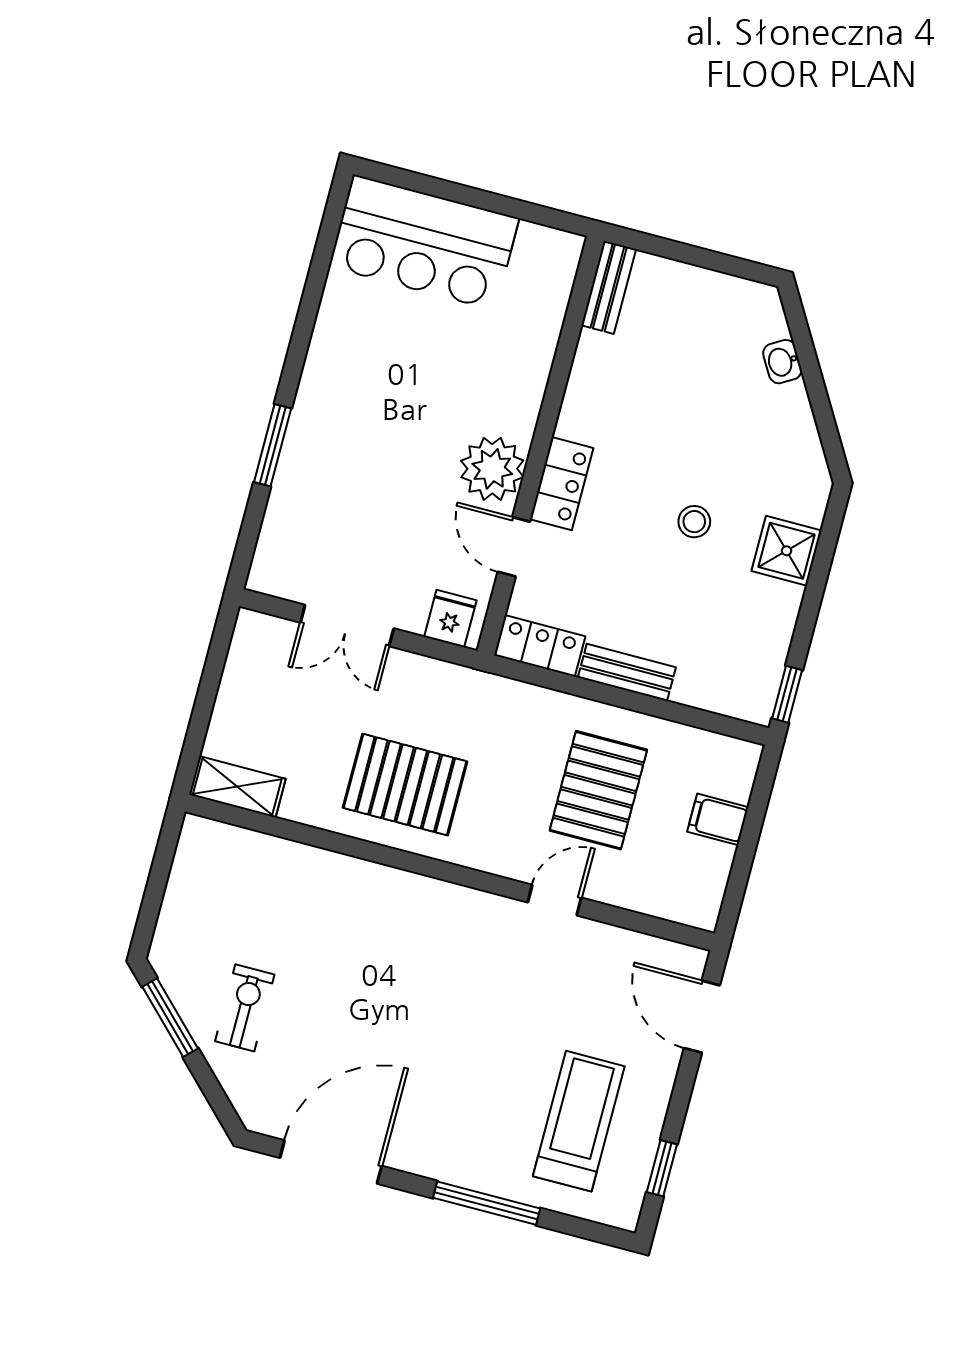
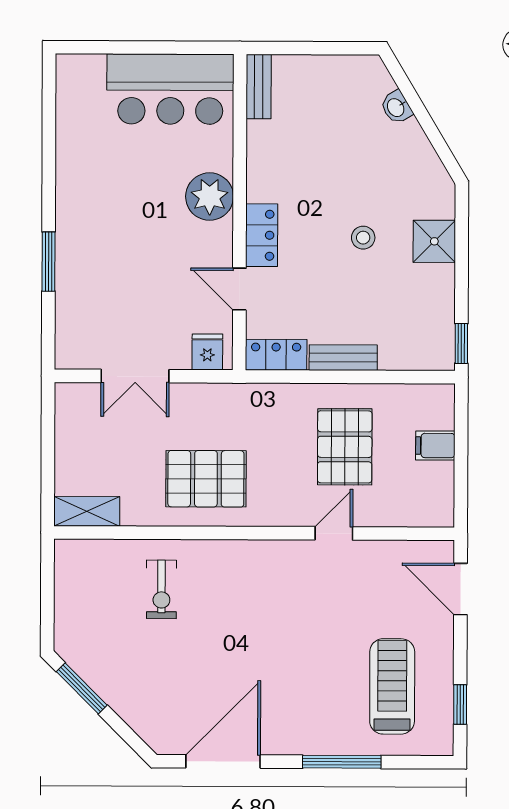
bar counter: (424, 242) -> (170, 89), moved
plant: (492, 469) -> (210, 197), moved
exercise bike: (245, 1008) -> (161, 589), moved, turned 180

